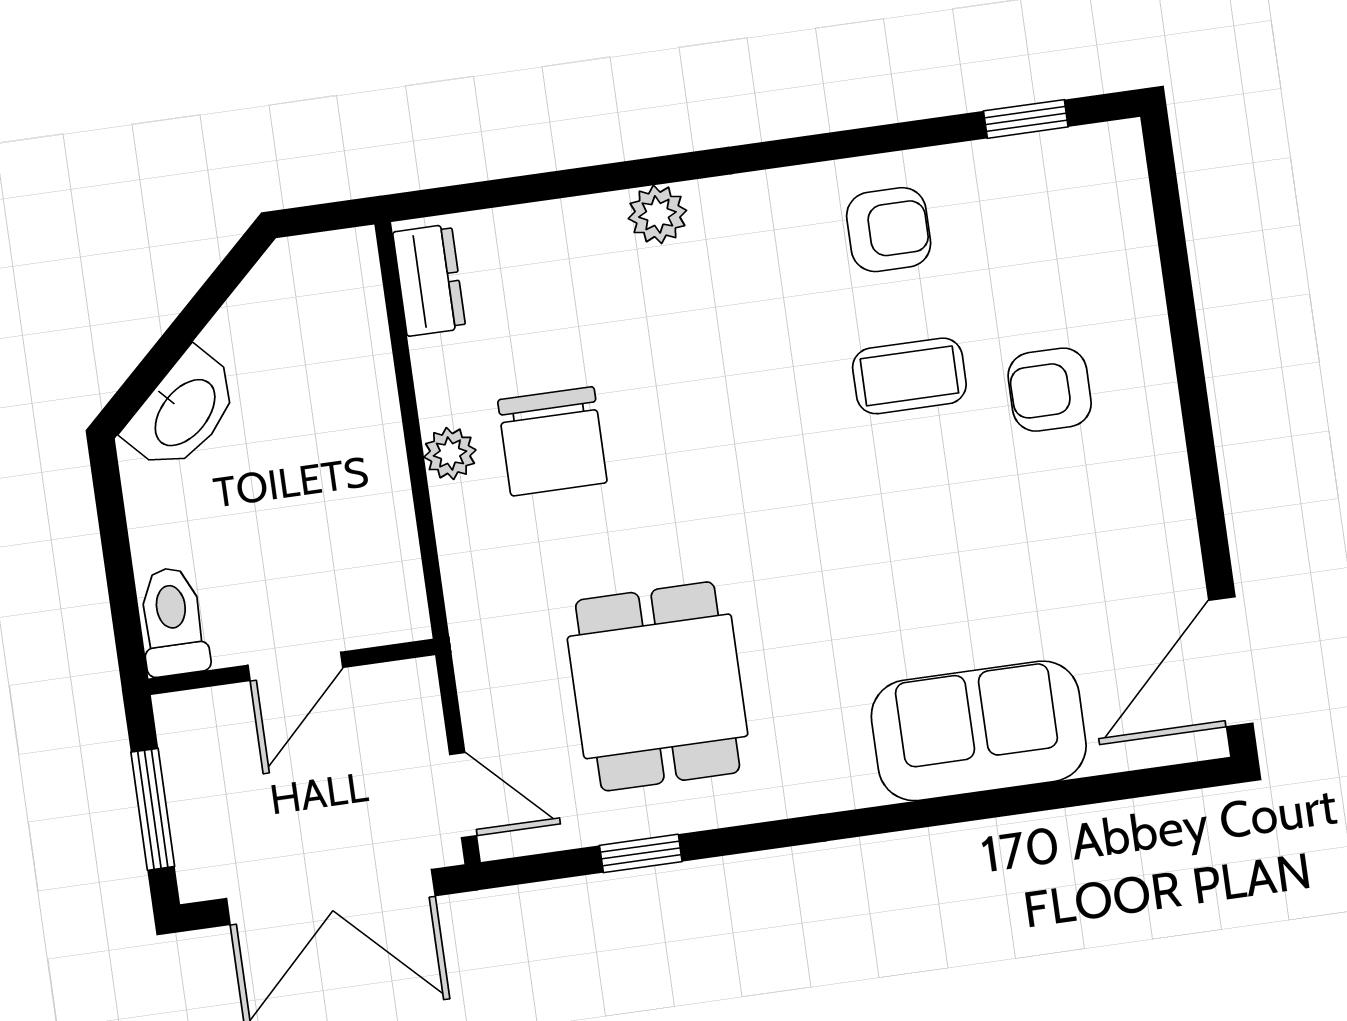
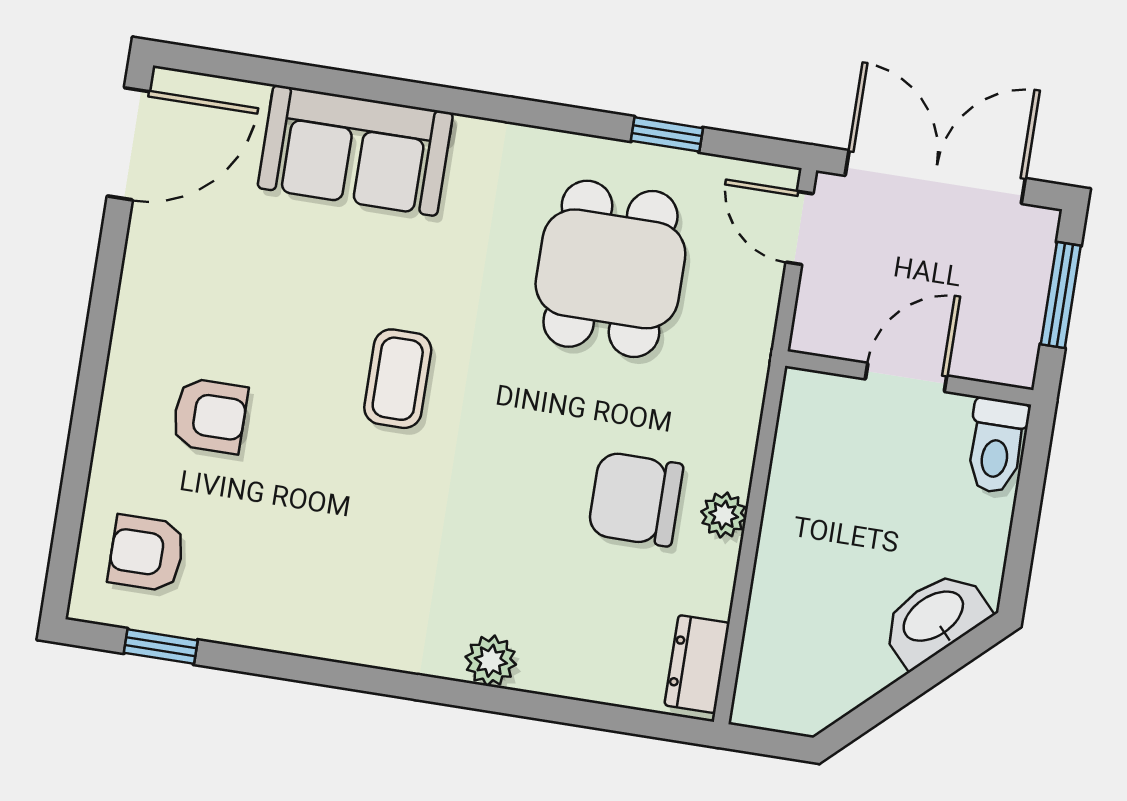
armchair: (889, 230) -> (146, 553), moved
coffee table: (909, 376) -> (398, 379), moved, turned 90
chair: (552, 441) -> (636, 499), turned -90

